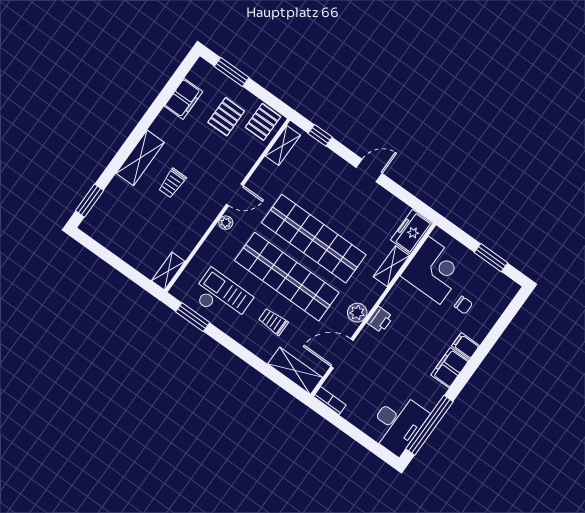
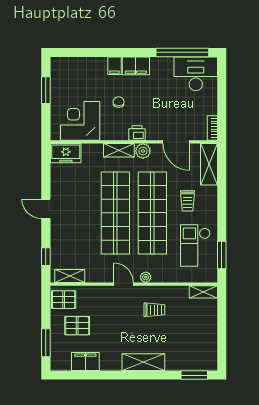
trolley: (172, 183) -> (154, 310), moved
shelving: (391, 266) -> (119, 150), moved
chair: (463, 305) -> (119, 102), moved

